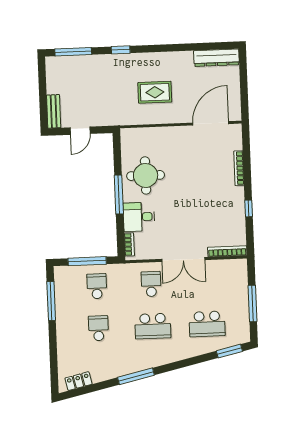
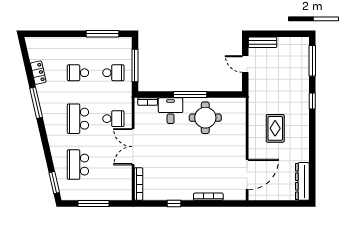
door: (211, 123) -> (247, 174), hinge flipped
school desk: (98, 328) -> (78, 73), turned 180
locker: (78, 381) -> (38, 73), moved

